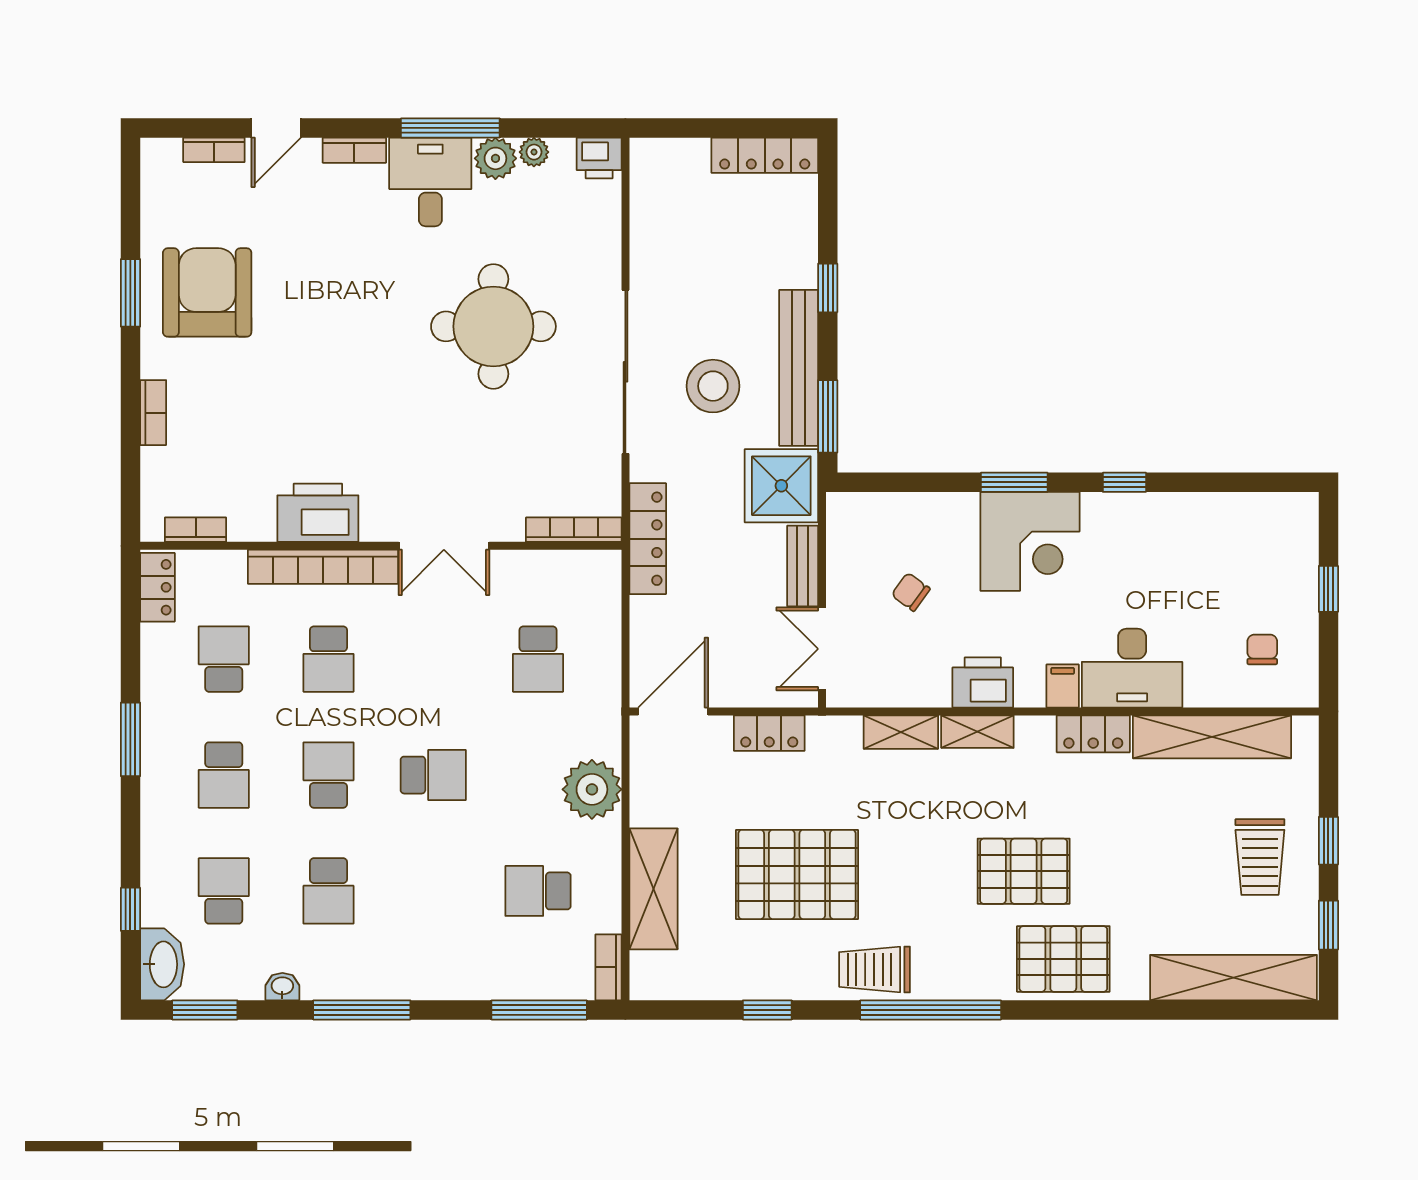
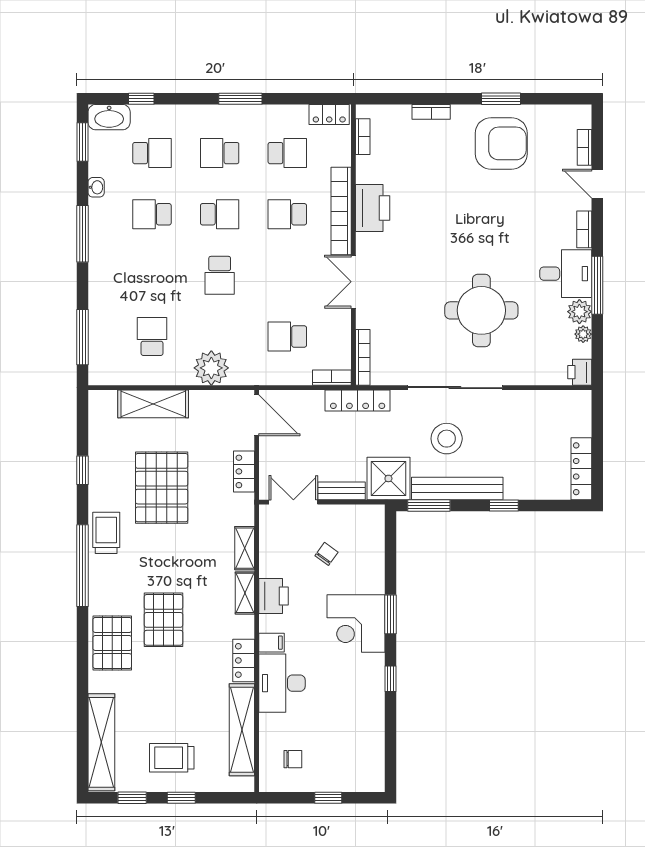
bookcase: (608, 967) -> (332, 378), moved

